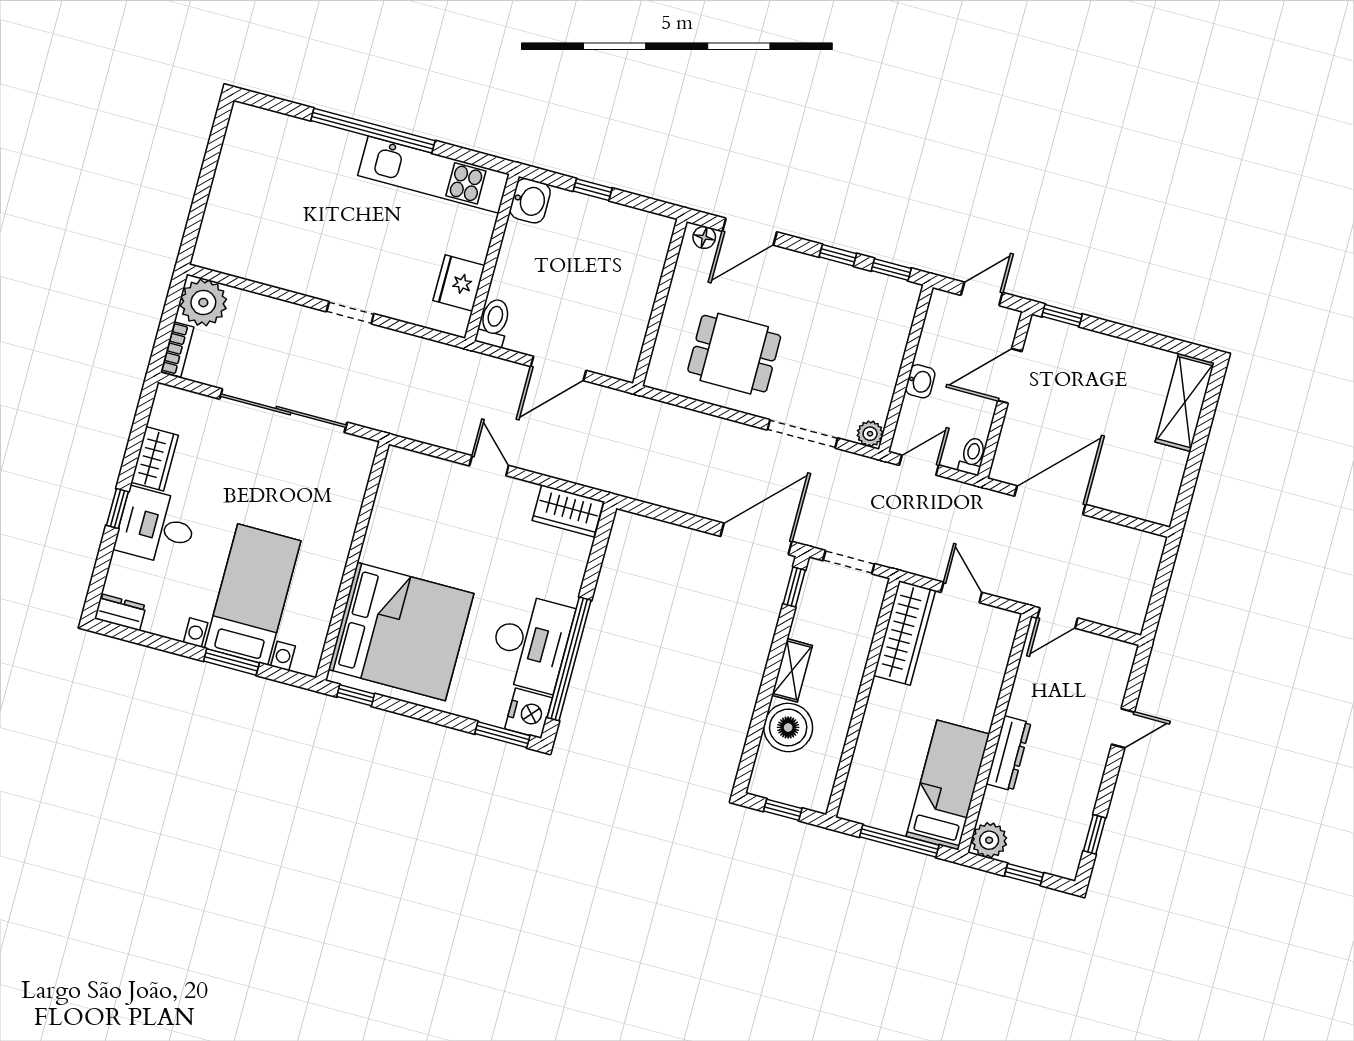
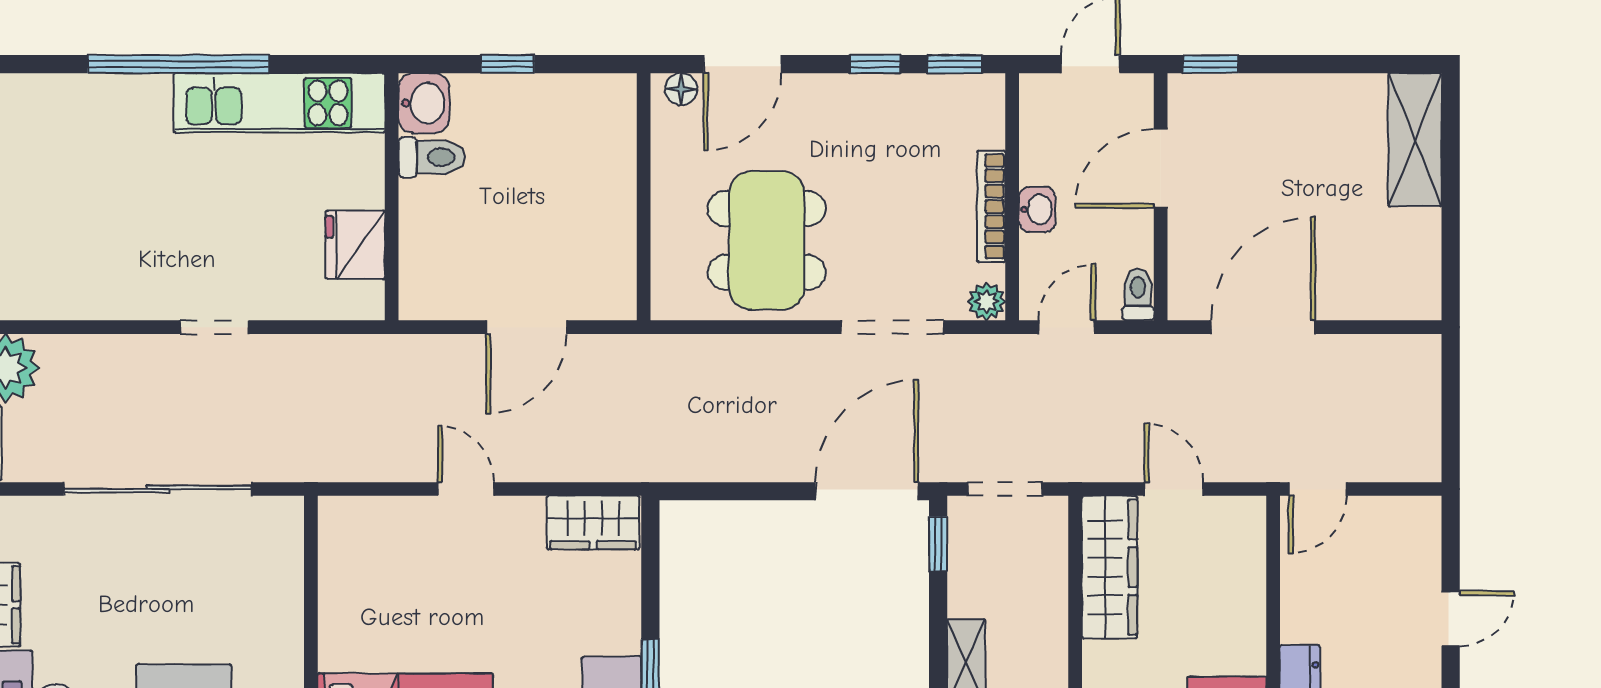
toilet: (494, 323) -> (432, 157), moved, turned 90
dining table: (734, 354) -> (767, 240), width x1.38
bookcase: (890, 371) -> (991, 206), added

